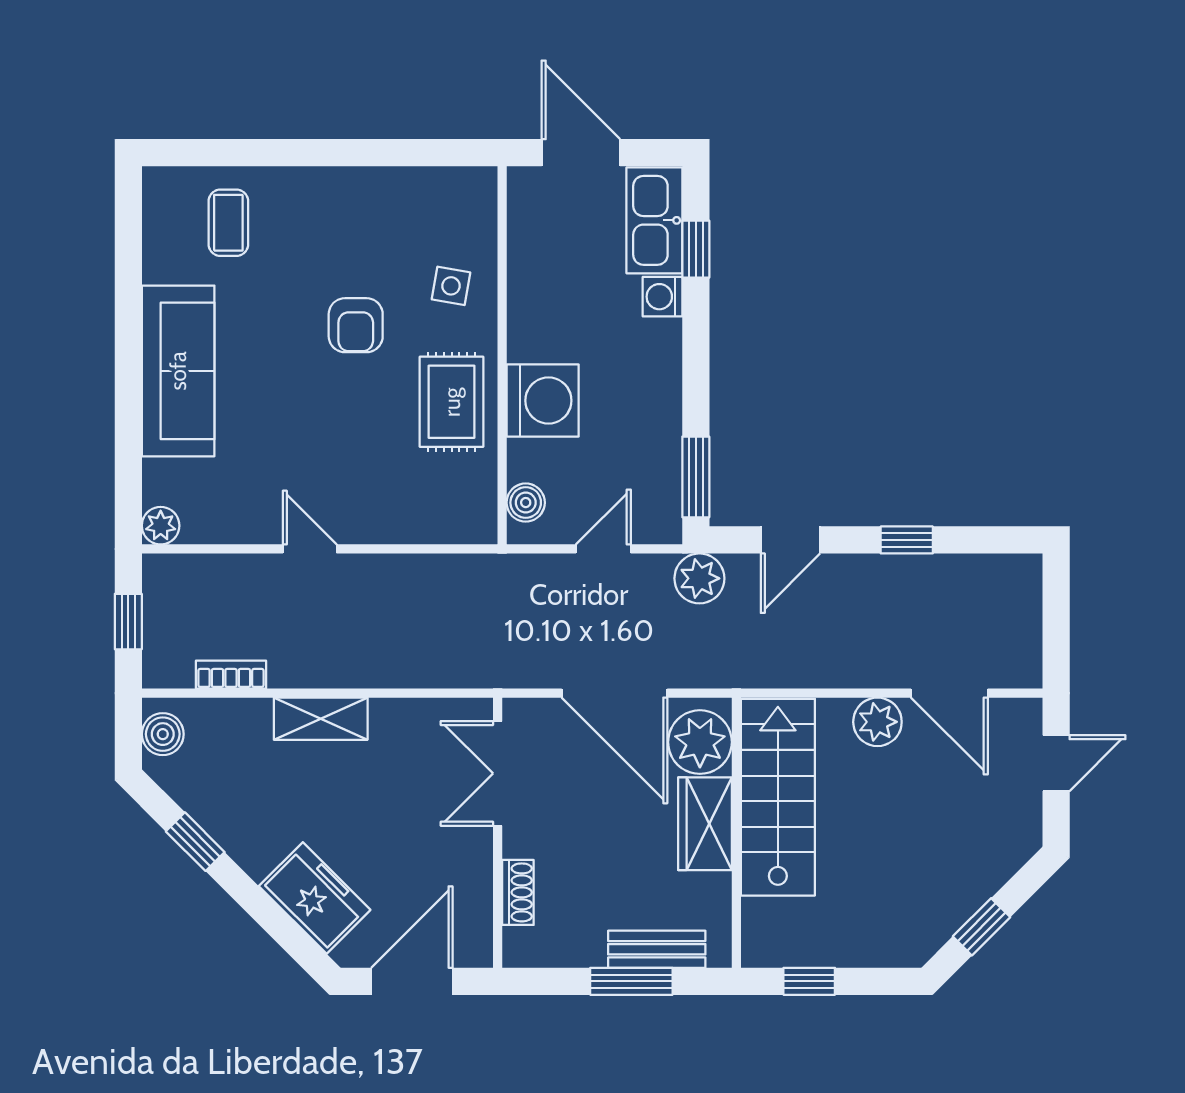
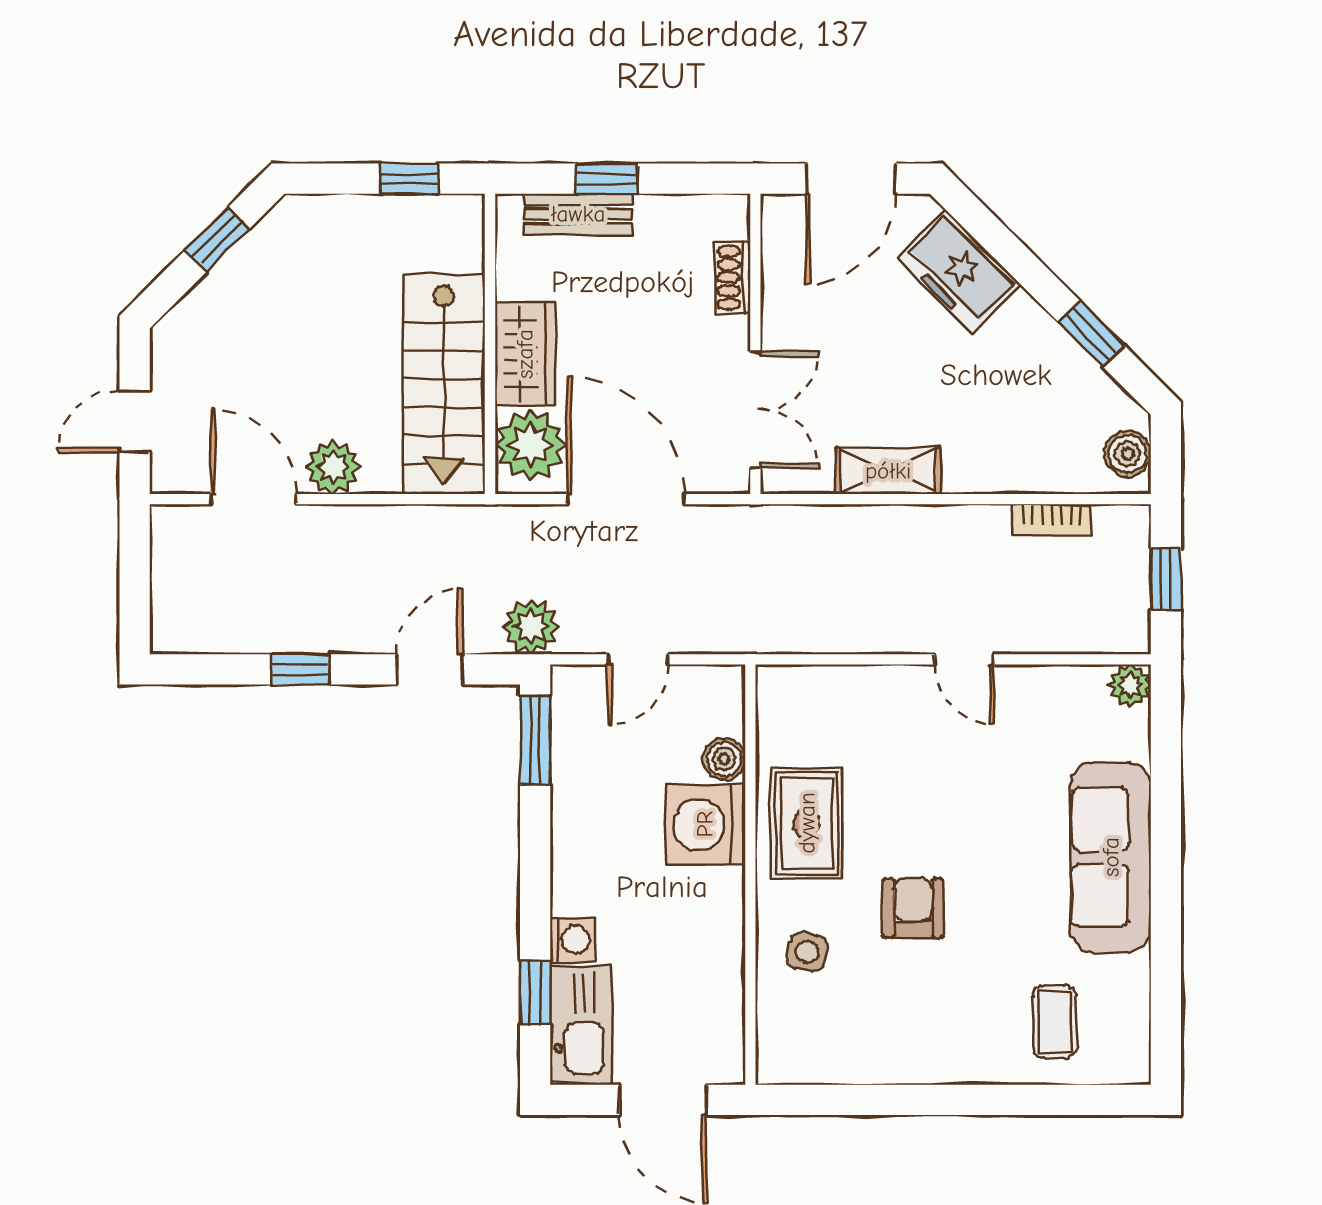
boiler: (526, 503) -> (724, 759), moved
shelving: (321, 719) -> (888, 471), moved
window: (631, 981) -> (607, 179), width x0.67

